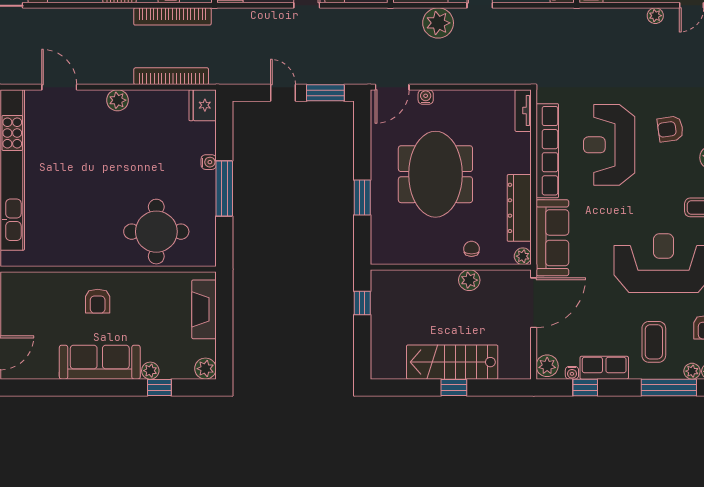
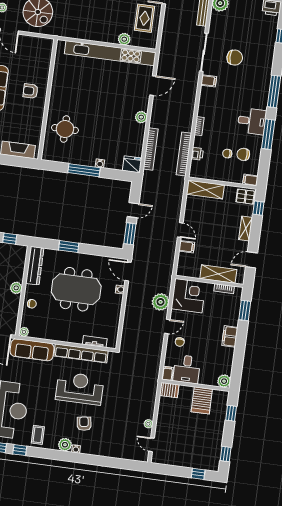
tv unit: (523, 111) -> (95, 342), moved
dresser: (519, 208) -> (35, 266), moved, turned 90
round table: (156, 232) -> (65, 129), width x0.73, depth x0.73
plant: (469, 280) -> (16, 288), moved

